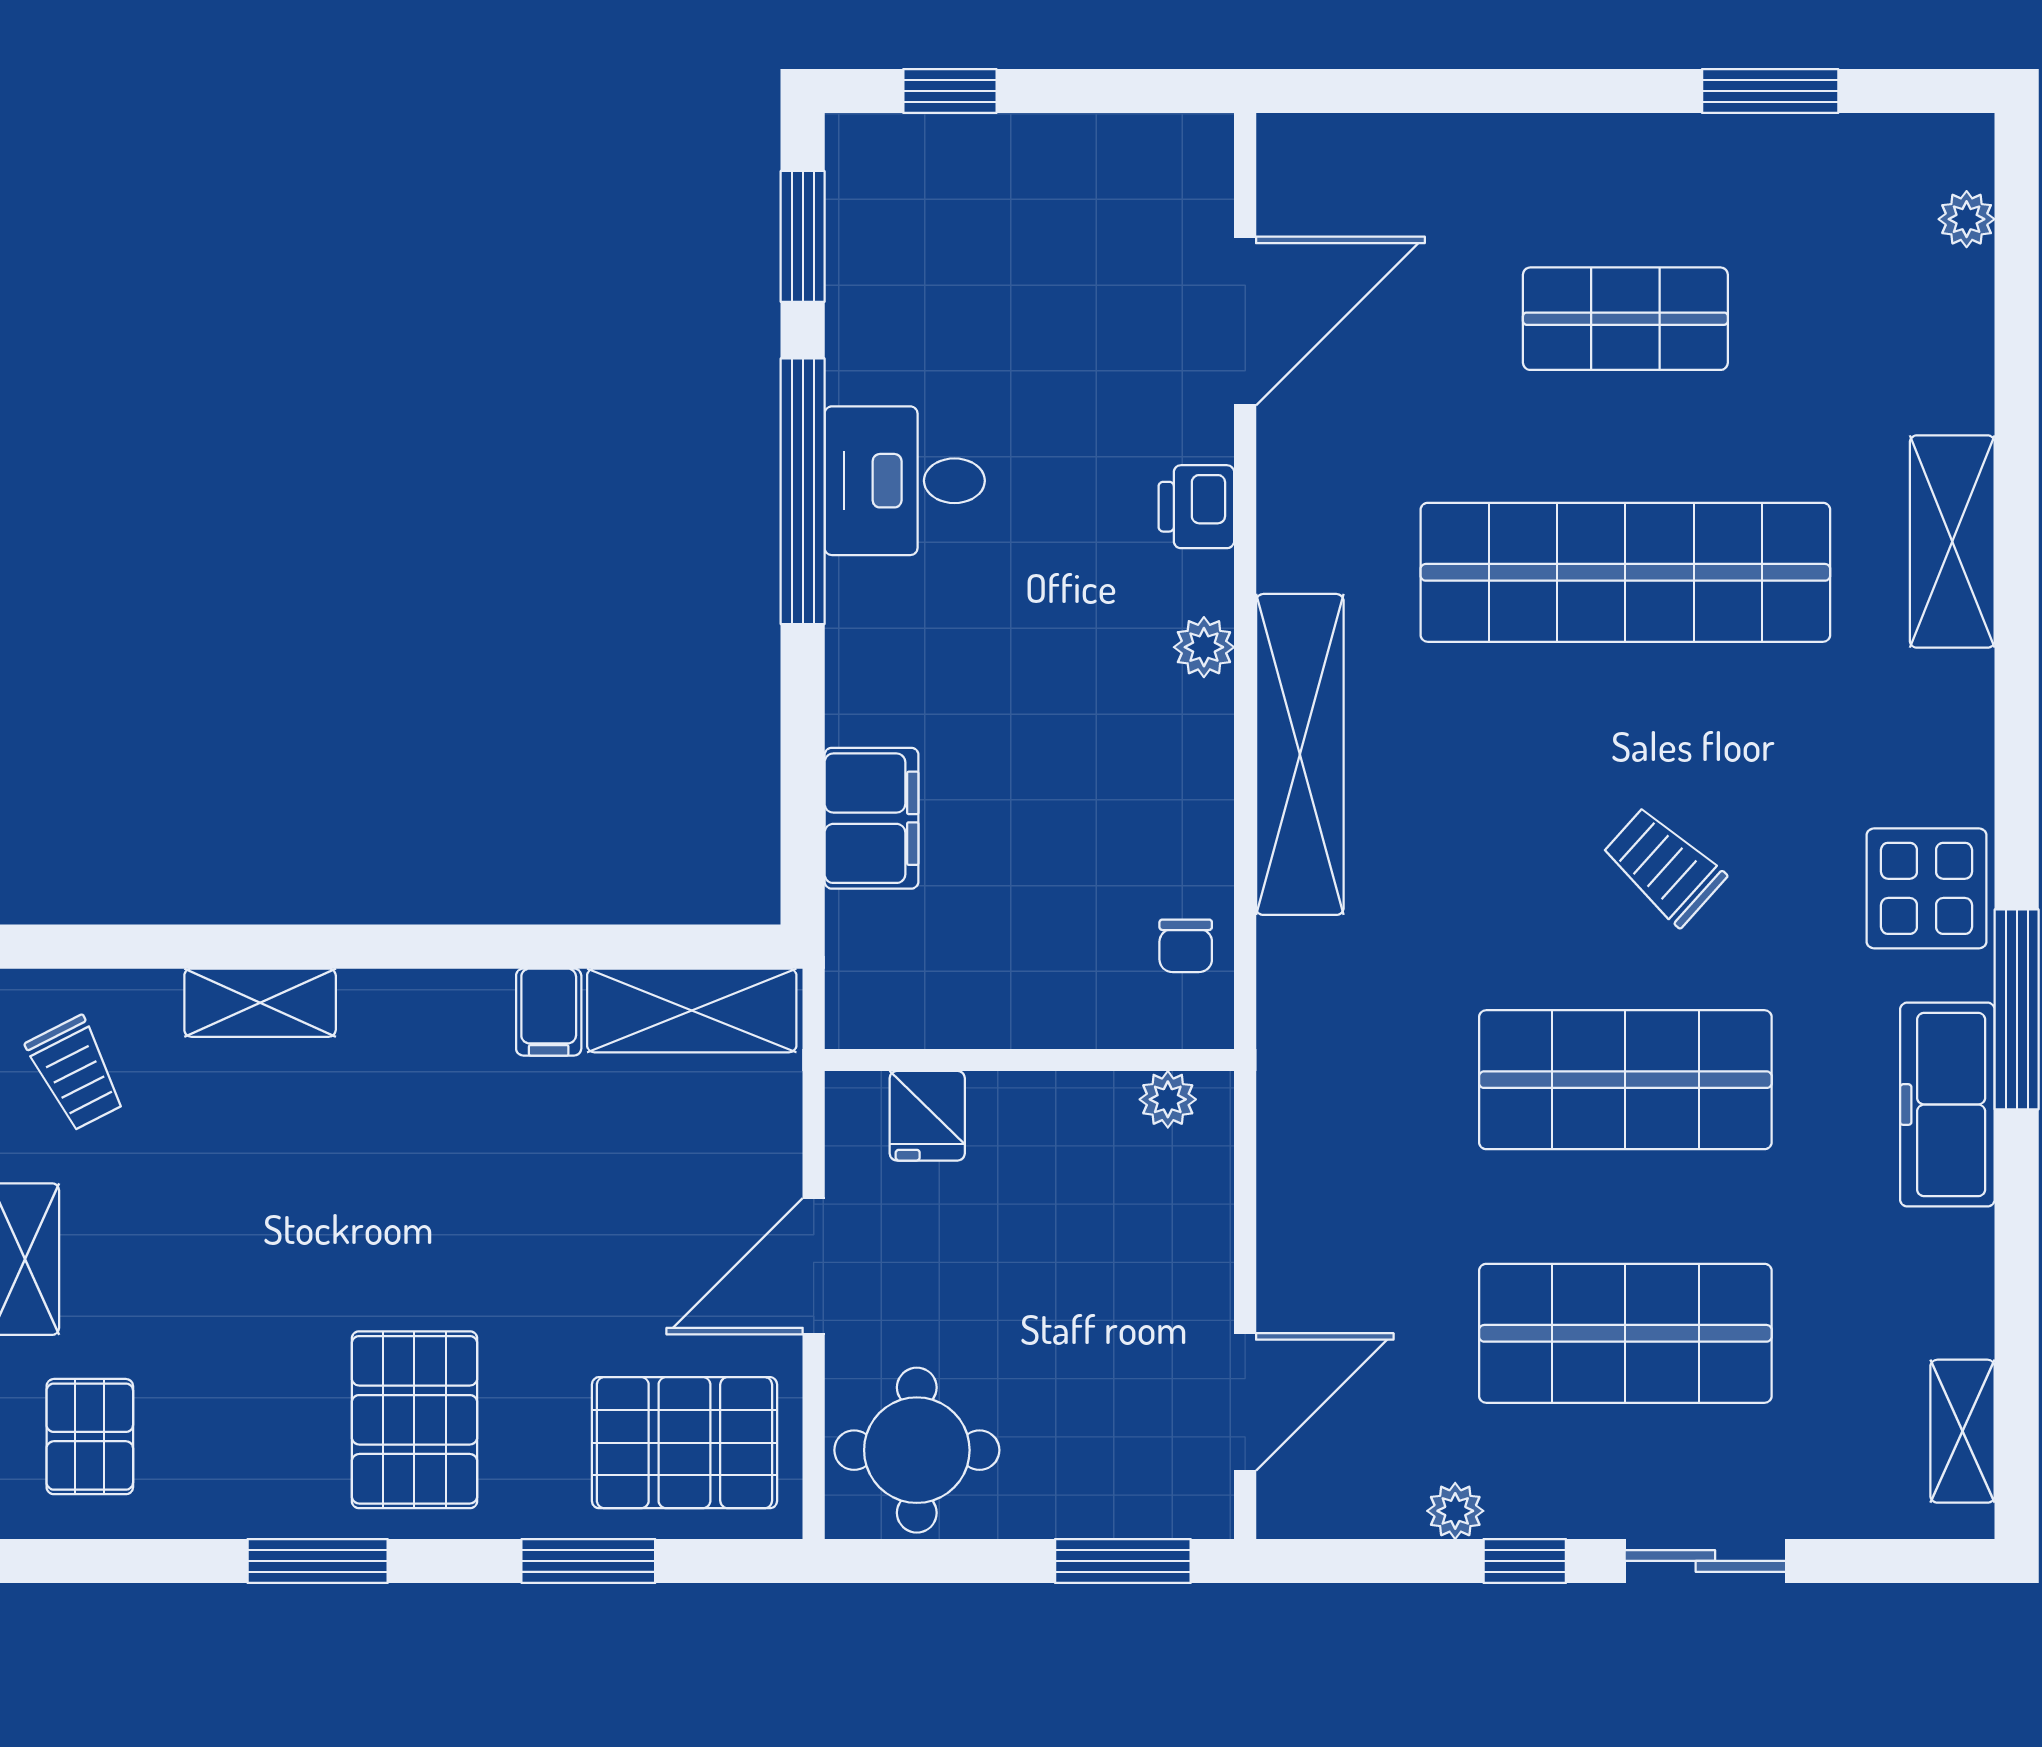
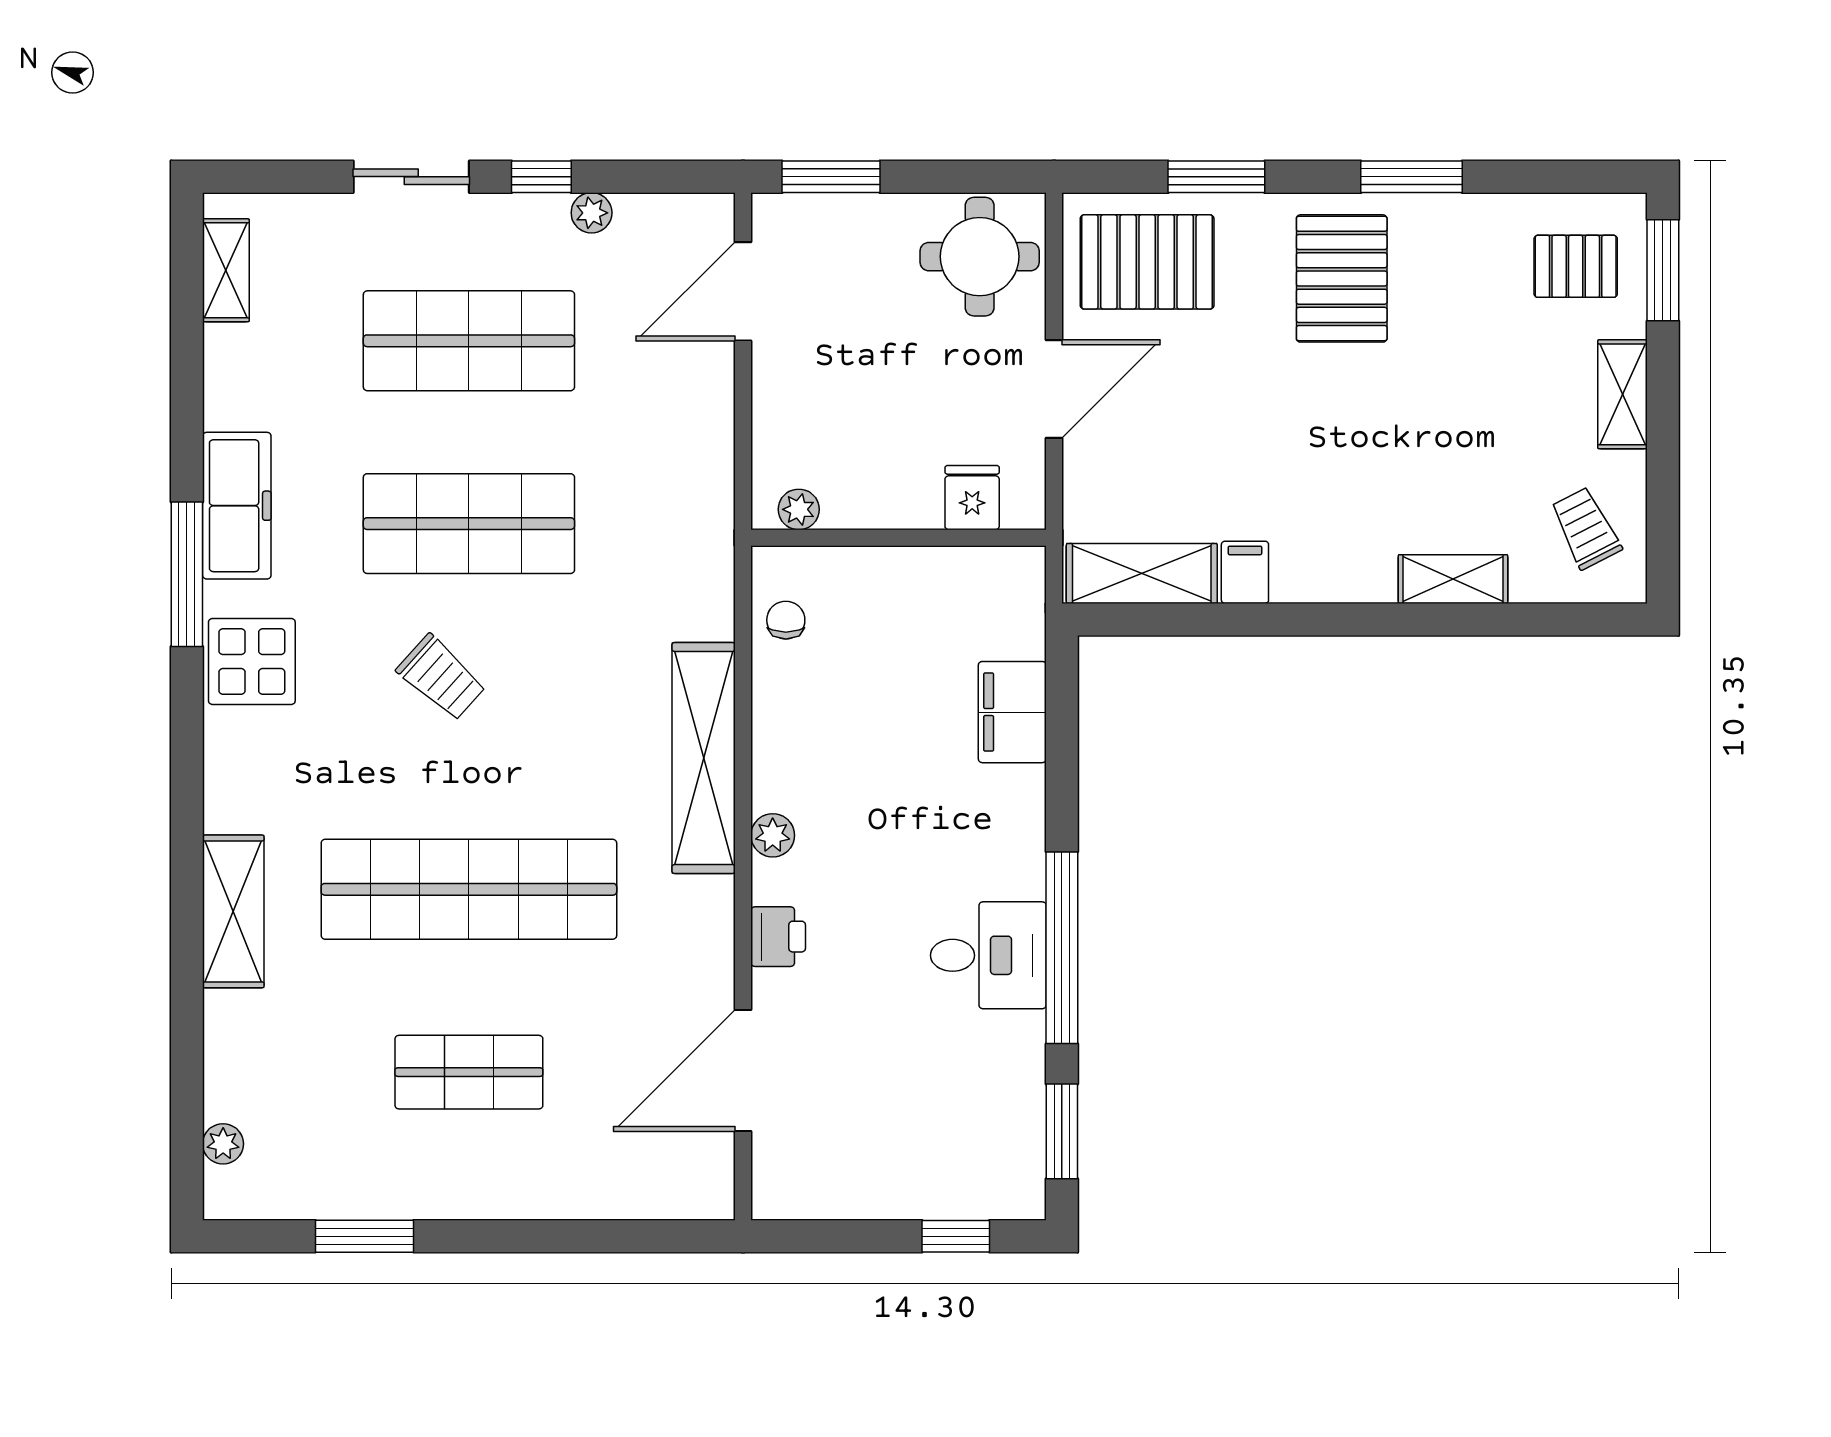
pallet: (90, 1437) -> (1576, 266), turned 90

